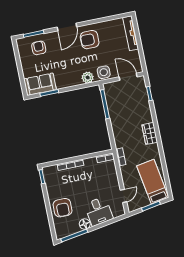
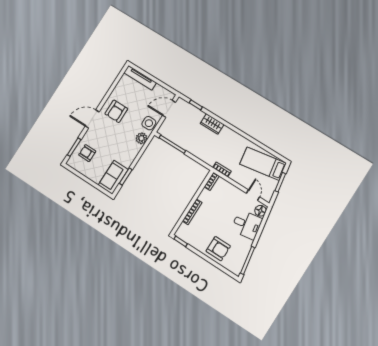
door: (67, 27) -> (92, 119), swing flipped
wardrobe: (150, 133) -> (212, 124), moved
floor lamp: (85, 224) -> (260, 211), moved

